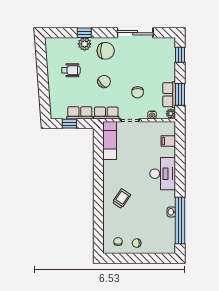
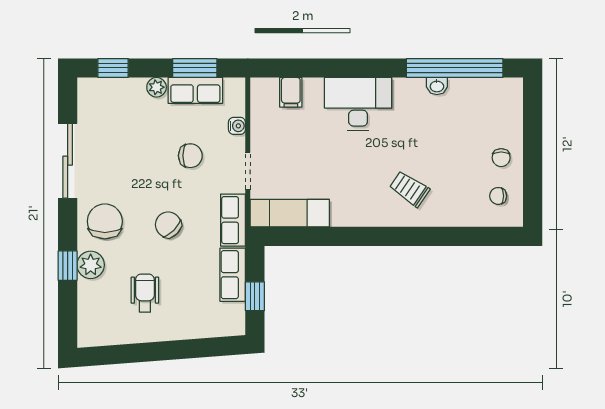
plant: (171, 114) -> (157, 87), moved

